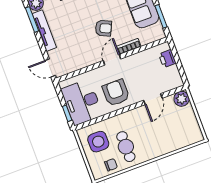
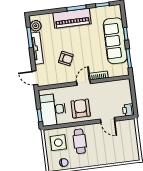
armchair: (103, 28) -> (66, 59), moved
printer: (167, 59) -> (128, 110), moved
door: (153, 99) -> (108, 120), hinge flipped
plant: (182, 99) -> (130, 125), removed
cafe table: (126, 147) -> (80, 141), moved

